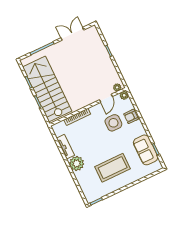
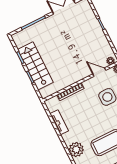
stairs: (47, 89) -> (35, 66), width x0.73, depth x0.66
door: (106, 98) -> (99, 72), swing flipped
plant: (77, 163) -> (76, 150), moved

